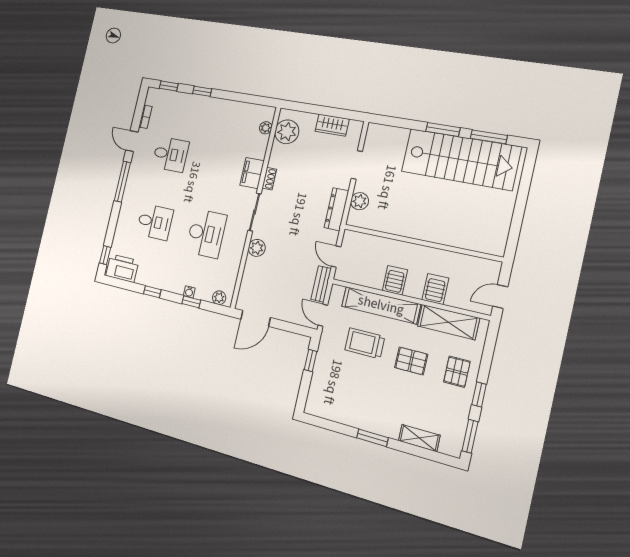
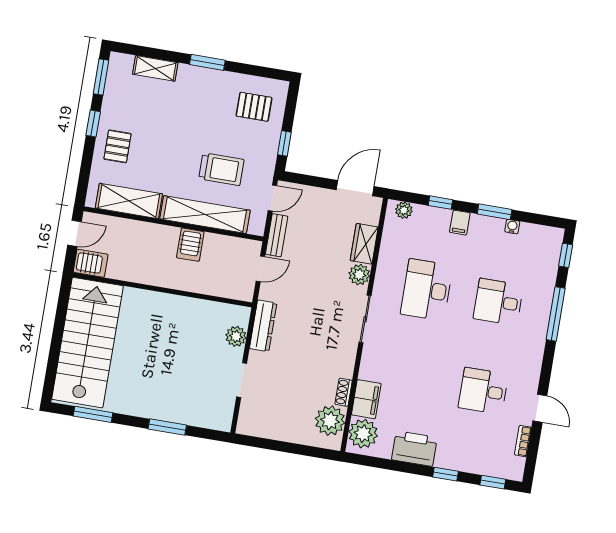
wardrobe: (332, 125) -> (364, 244), moved, turned -90
plant: (266, 128) -> (363, 434), width x1.87, depth x1.87
window: (443, 130) -> (167, 427), moved
stairs: (460, 159) -> (87, 343), moved, turned 90
filing cabinet: (252, 173) -> (366, 399), moved
shoe rack: (269, 179) -> (344, 392), moved
window: (122, 182) -> (556, 314), moved
door: (336, 257) -> (260, 269), hinge flipped
printer: (122, 268) -> (414, 449), moved, turned 180
filing cabinet: (178, 285) -> (460, 223), added
server rack: (435, 289) -> (91, 263), moved, turned -90
window: (152, 292) -> (495, 212), width x1.50
water cooler: (189, 292) -> (512, 227), moved
door: (323, 315) -> (272, 198), hinge flipped
pallet: (411, 361) -> (254, 107), moved

